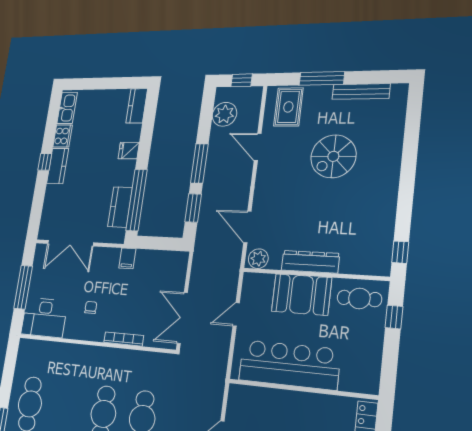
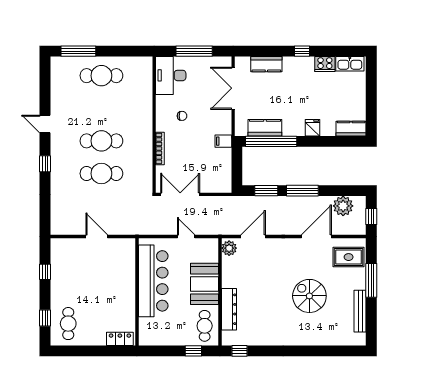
door: (258, 147) -> (316, 237), width x1.36
kitchen counter: (58, 166) -> (266, 64), moved
dresser: (310, 262) -> (229, 309), moved

